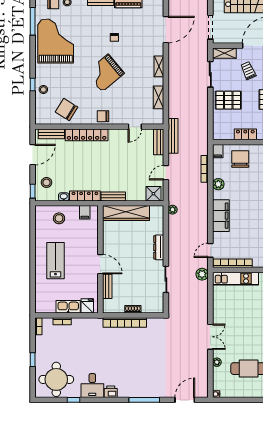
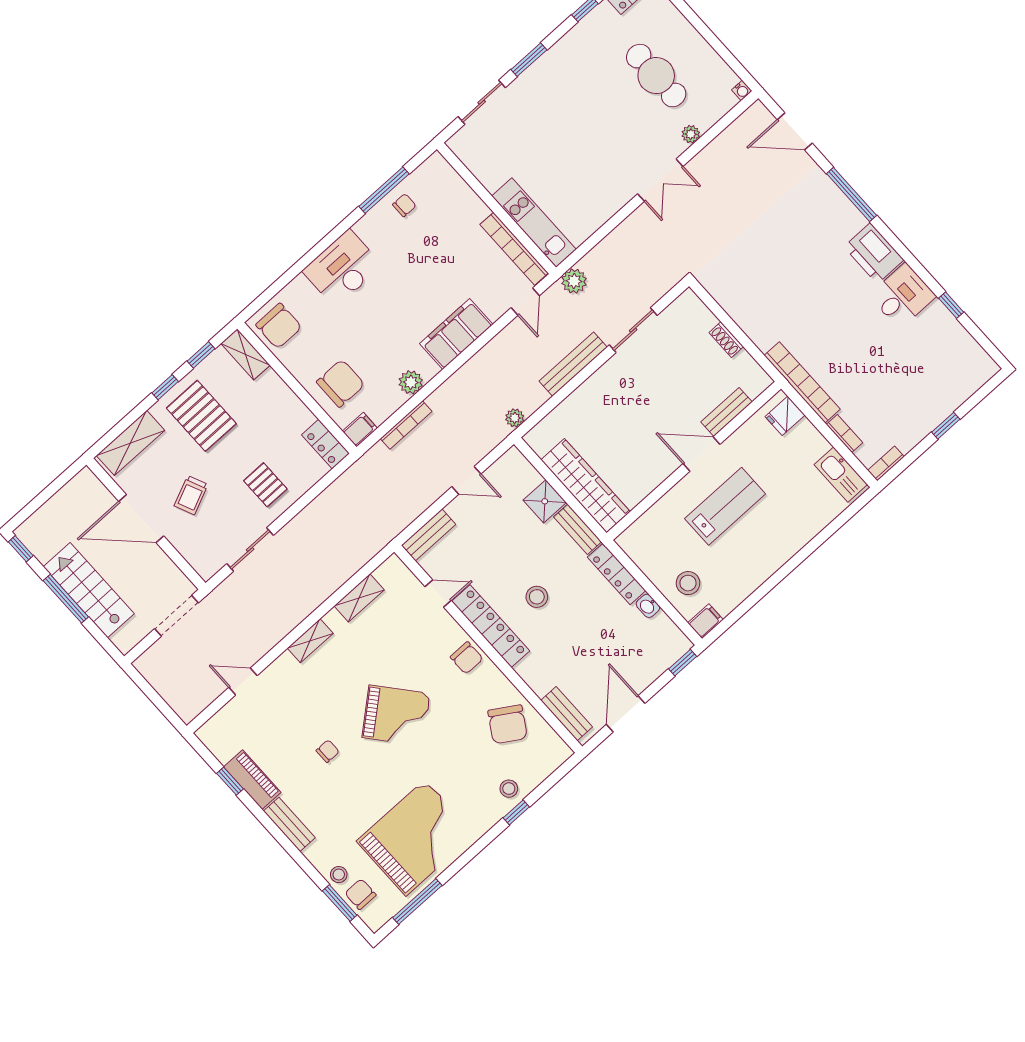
door: (166, 30) -> (243, 681), width x0.53
grand piano: (56, 41) -> (416, 838), turned 180
shelving: (224, 53) -> (197, 557), removed
pallet: (228, 100) -> (265, 485), width x0.67, depth x0.71
locker: (245, 134) -> (326, 444), moved
locker: (87, 135) -> (491, 626), moved
bench: (173, 136) -> (573, 364), moved
door: (33, 155) -> (626, 714), hinge flipped
chair: (240, 159) -> (341, 383), turned 180
stool: (47, 182) -> (537, 597), moved
shower: (153, 194) -> (545, 501), moved
filing cabinet: (85, 212) -> (705, 621), moved
dresser: (159, 247) -> (593, 386), removed
door: (210, 250) -> (525, 302), hinge flipped
lab bench: (55, 261) -> (725, 506), moved, turned 180
door: (100, 264) -> (701, 454), hinge flipped
kitchen sink: (68, 307) -> (841, 475), moved
bookcase: (125, 323) -> (802, 382), moved
double door: (210, 337) -> (660, 180), swing flipped
round table: (56, 379) -> (944, 361), removed
printer: (111, 392) -> (874, 253), width x1.87, depth x1.48

